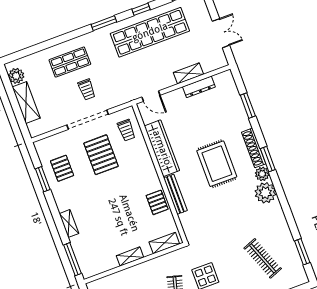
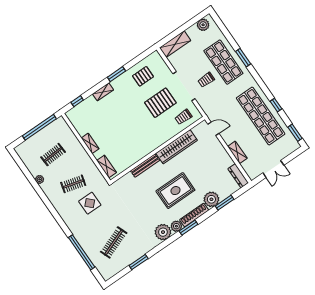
window: (104, 23) -> (243, 58), moved
shop shelf: (70, 62) -> (223, 62), width x1.43, depth x1.36
dresser: (199, 87) -> (238, 176), moved
door: (151, 96) -> (213, 129), swing flipped
shelving: (26, 103) -> (175, 44), moved
plant: (239, 121) -> (211, 199), added
window: (43, 179) -> (116, 74), moved
pallet: (157, 202) -> (135, 153), removed
window: (302, 252) -> (139, 262), moved
window: (72, 259) -> (77, 101), width x0.46

